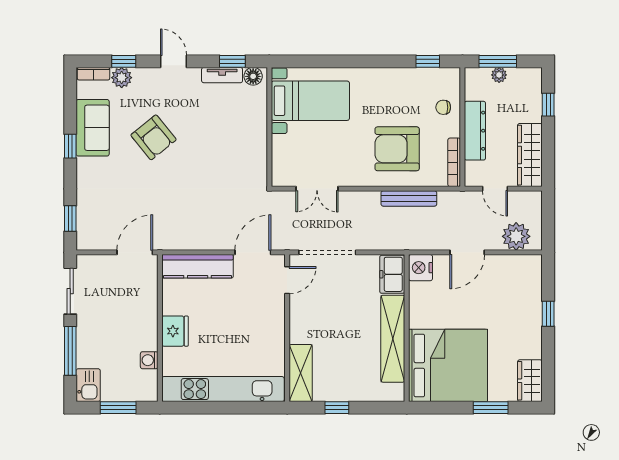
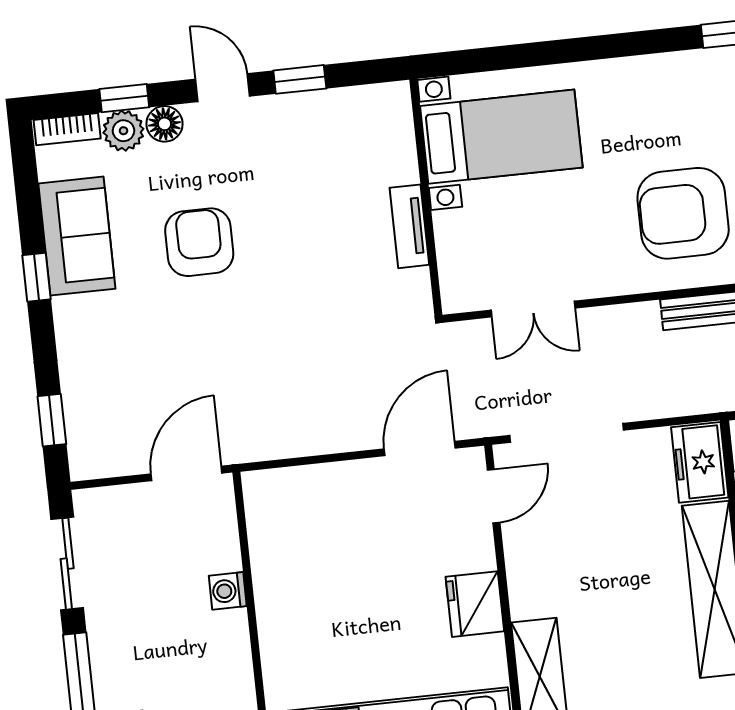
window: (232, 61) -> (300, 79), moved
tv unit: (222, 75) -> (409, 226), moved, turned 90
floor lamp: (253, 76) -> (164, 124), moved
armchair: (154, 137) -> (199, 242), turned -141
kitchen counter: (198, 266) -> (313, 488), removed
fridge: (175, 331) -> (475, 604), moved, turned 180
washing machine: (149, 360) -> (228, 591), moved

